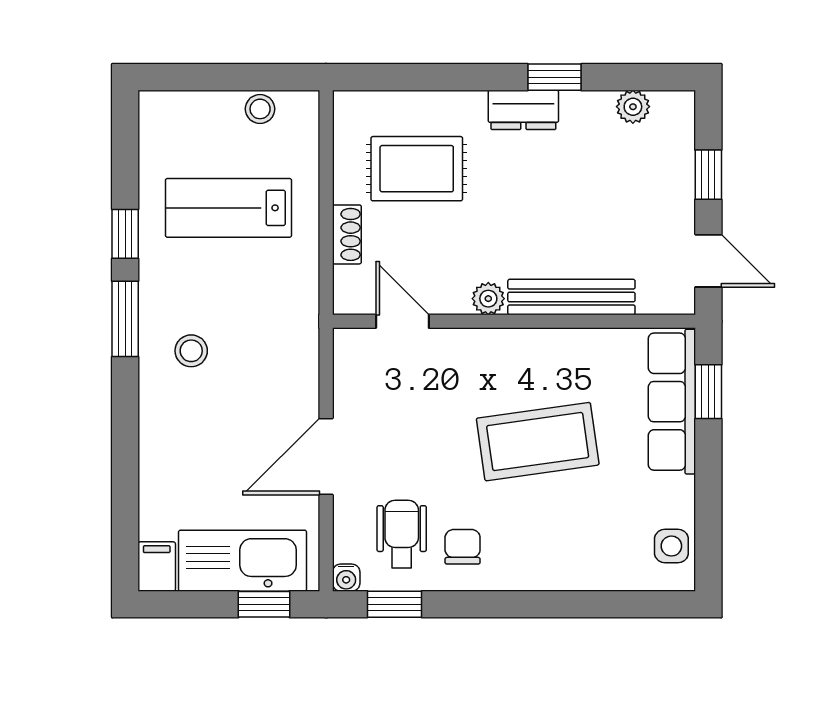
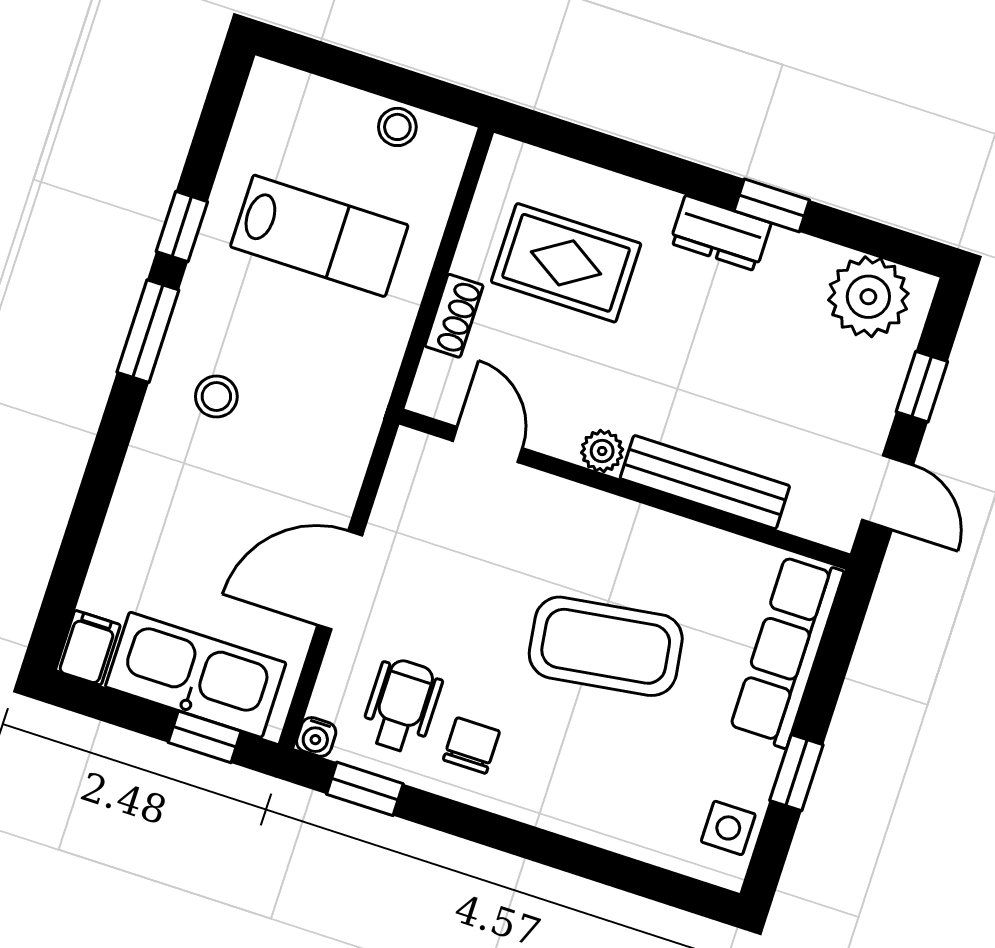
plant: (633, 107) -> (868, 297), width x1.88, depth x1.88
lab bench: (228, 208) -> (319, 236), turned 180
window: (708, 392) -> (796, 773), moved

